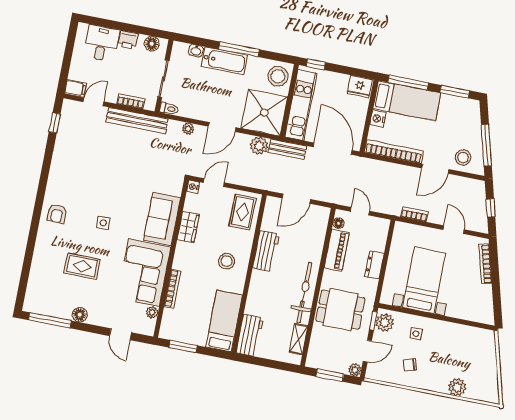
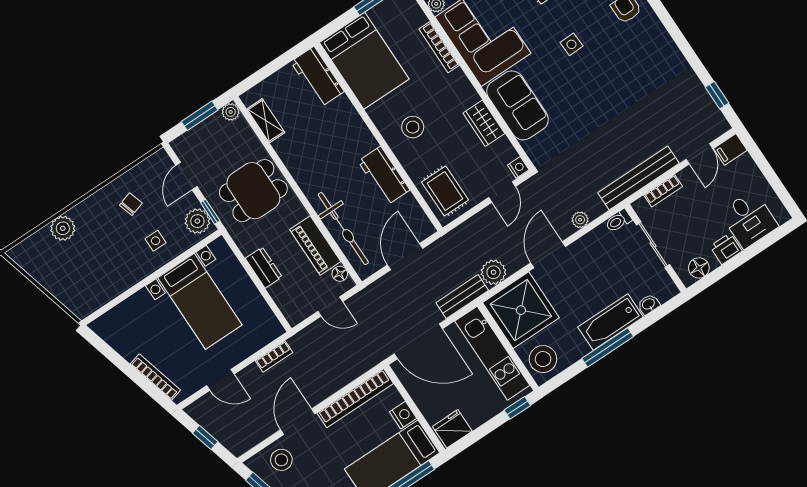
bicycle: (304, 293) -> (343, 229), moved
bed: (224, 321) -> (364, 61), width x1.50
plant: (355, 370) -> (231, 112), moved

